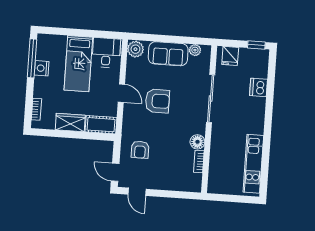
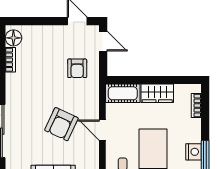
armchair: (157, 101) -> (61, 124), turned -65
floor lamp: (197, 142) -> (13, 38), moved
armchair: (140, 150) -> (77, 68), turned 180

